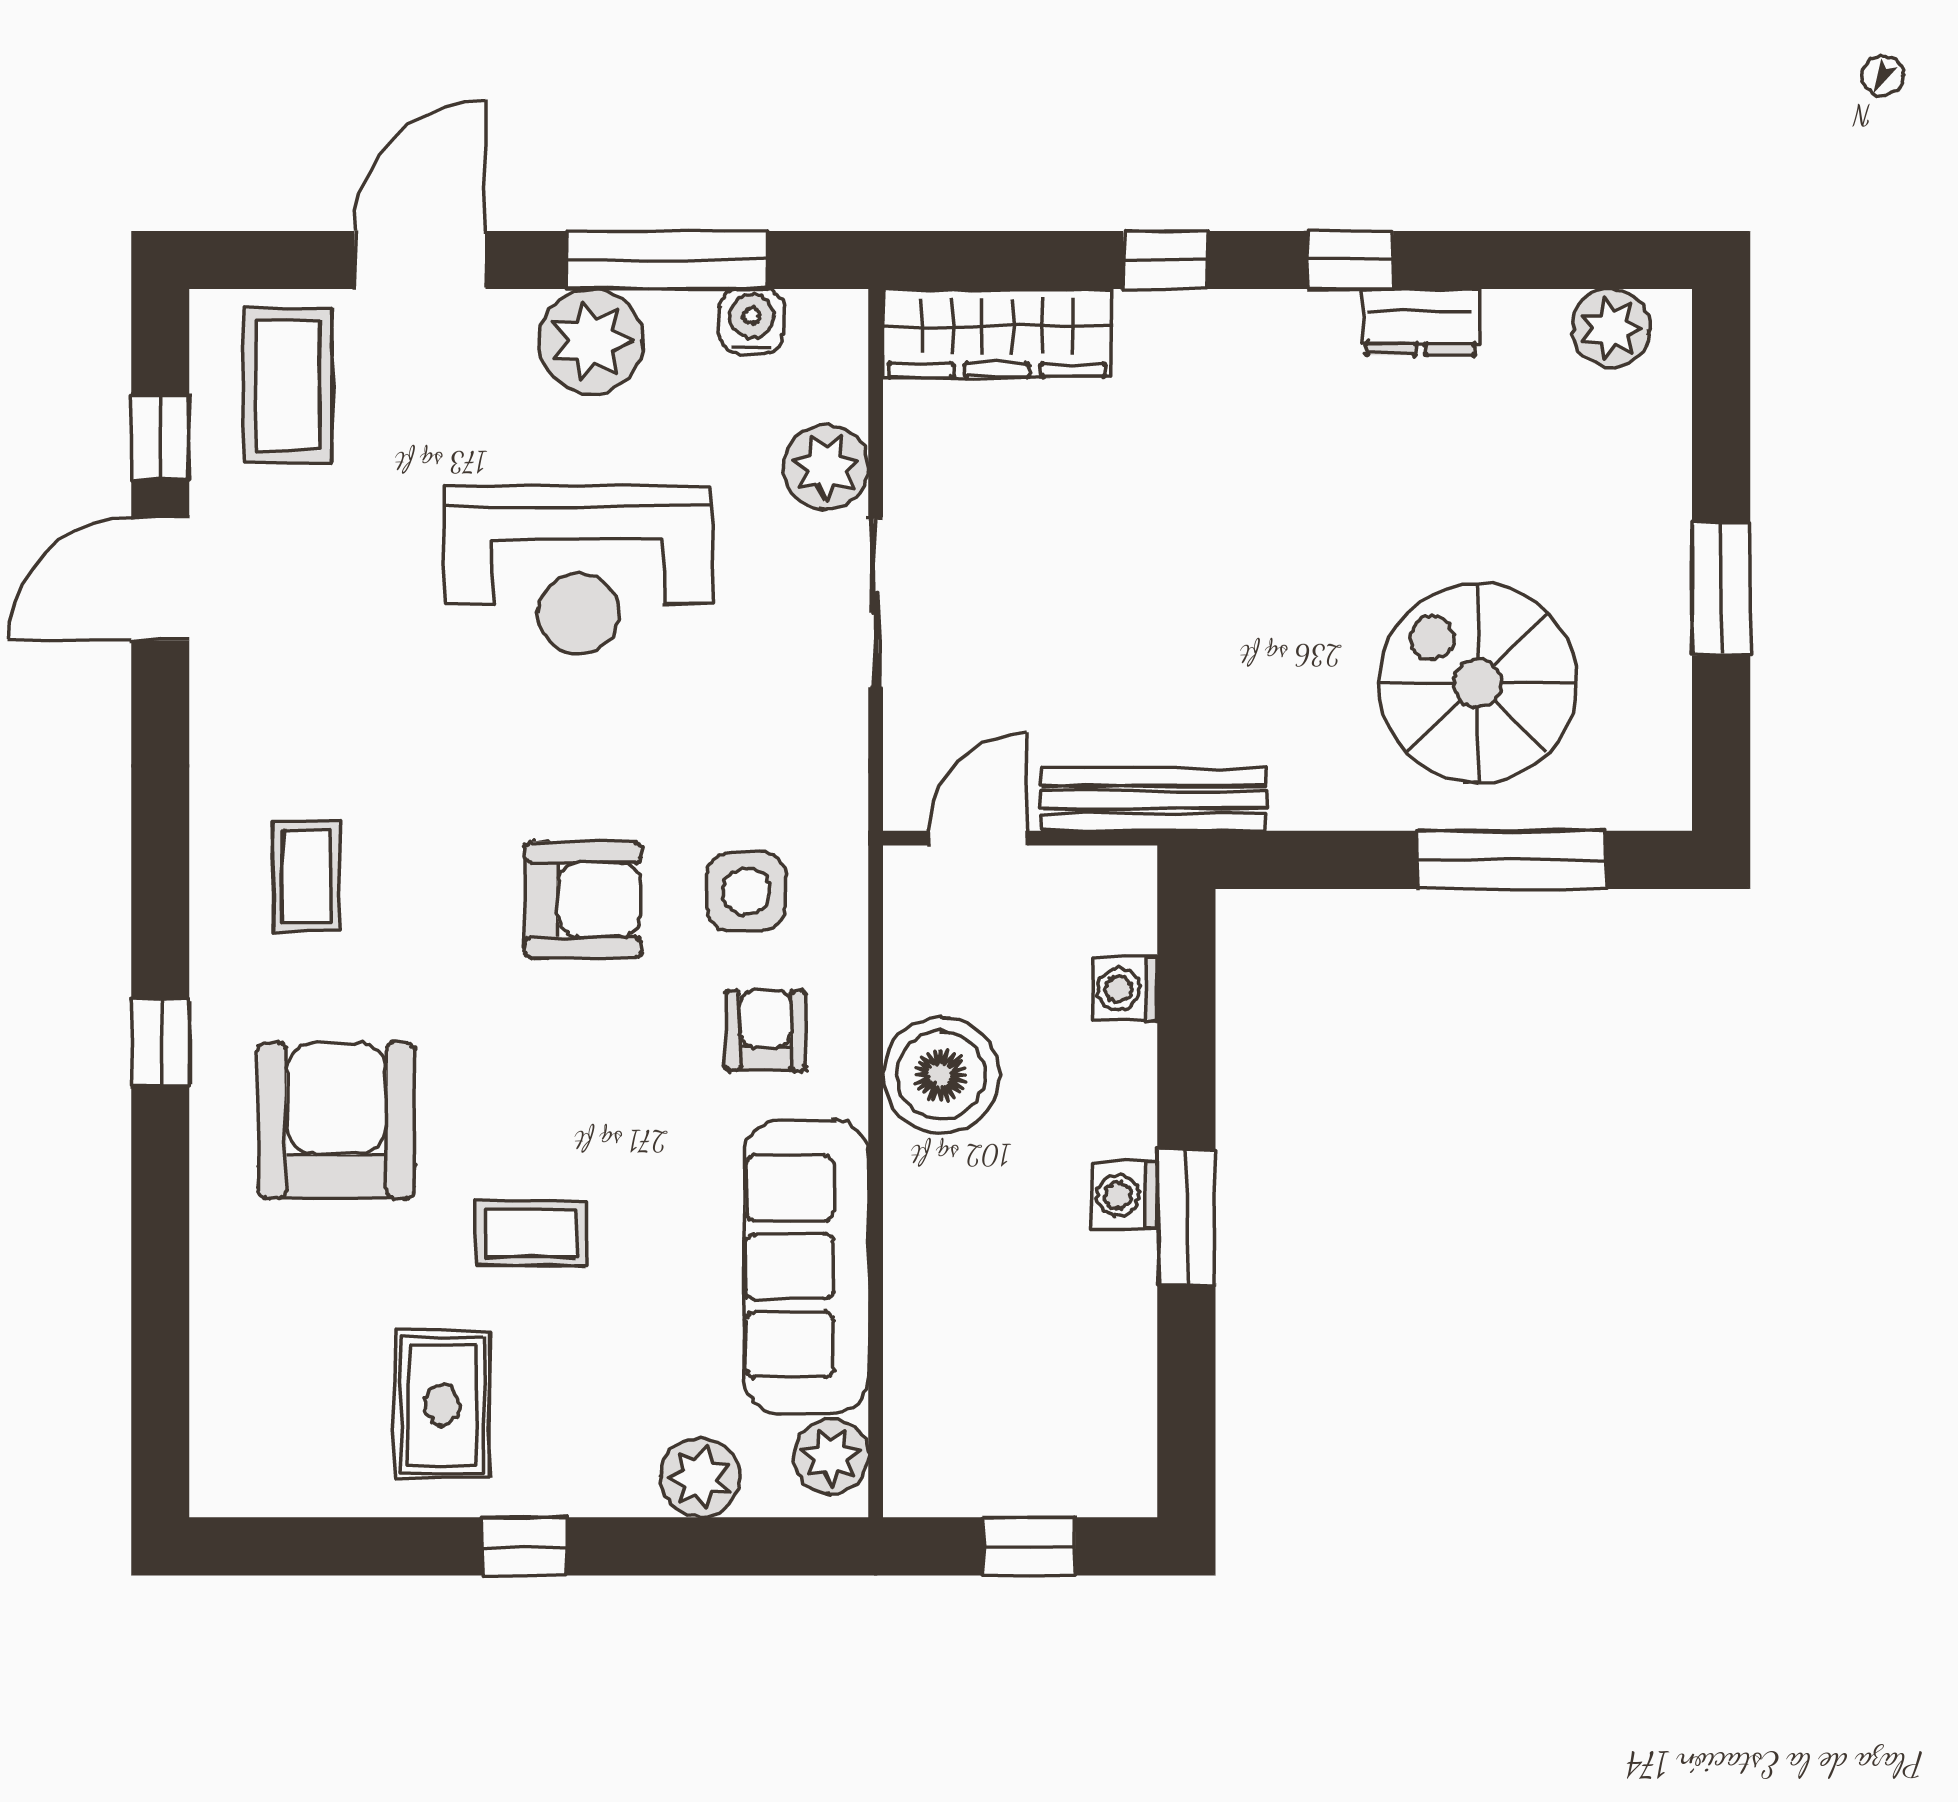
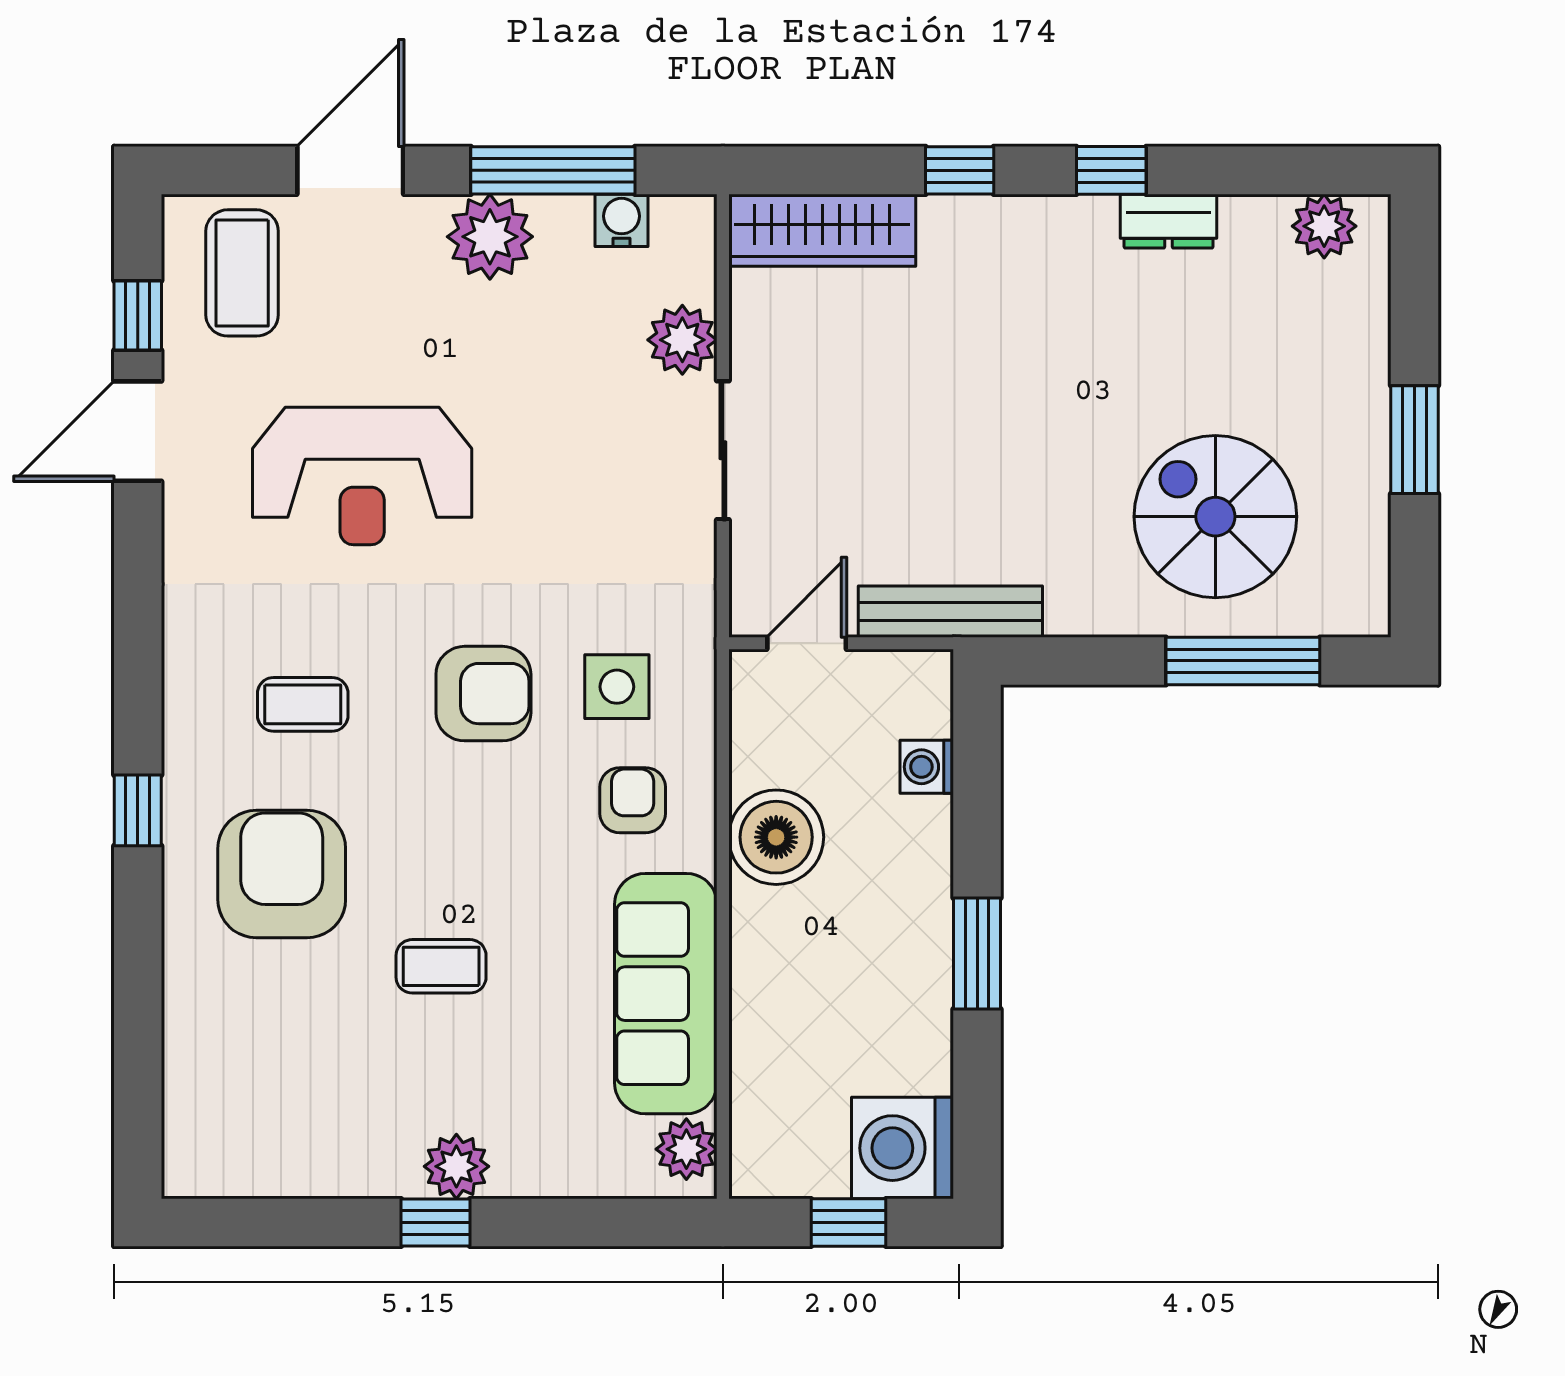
reception desk: (578, 570) -> (362, 476), moved
coffee table: (306, 876) -> (303, 704), moved, turned 90
washing machine: (1125, 1195) -> (903, 1148), moved, width x1.89, depth x1.89
rug: (442, 1405) -> (368, 1107), removed
plant: (700, 1478) -> (456, 1166), moved

